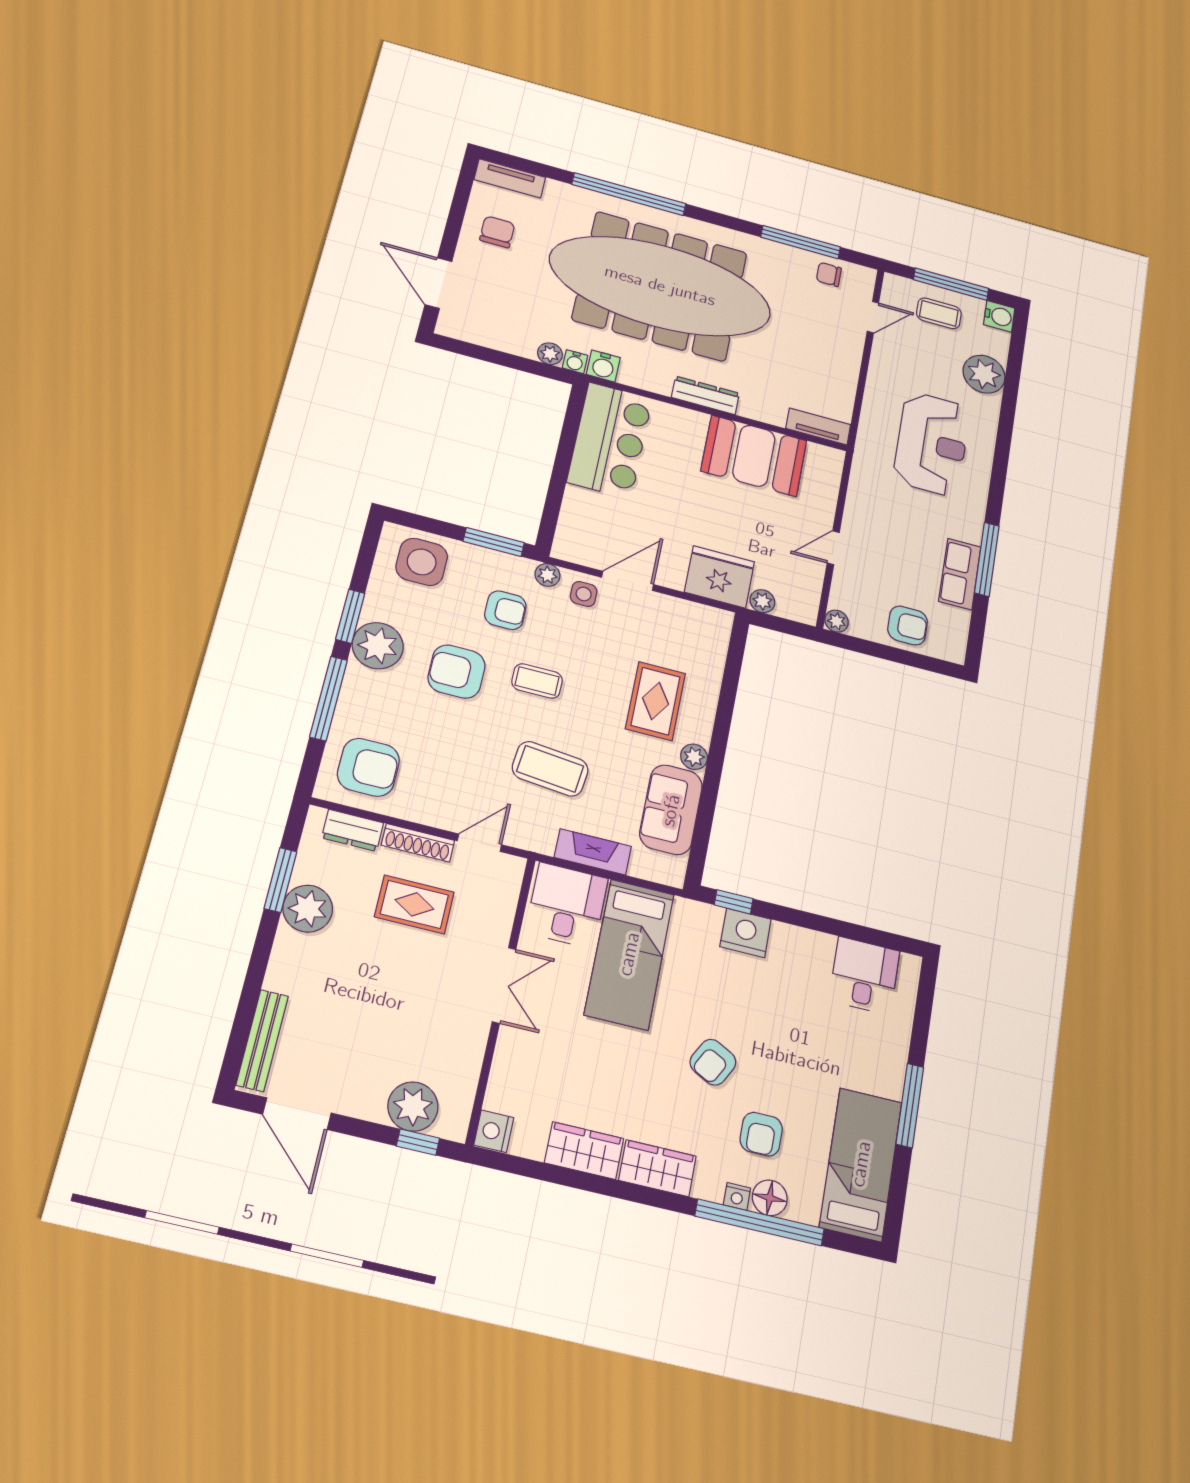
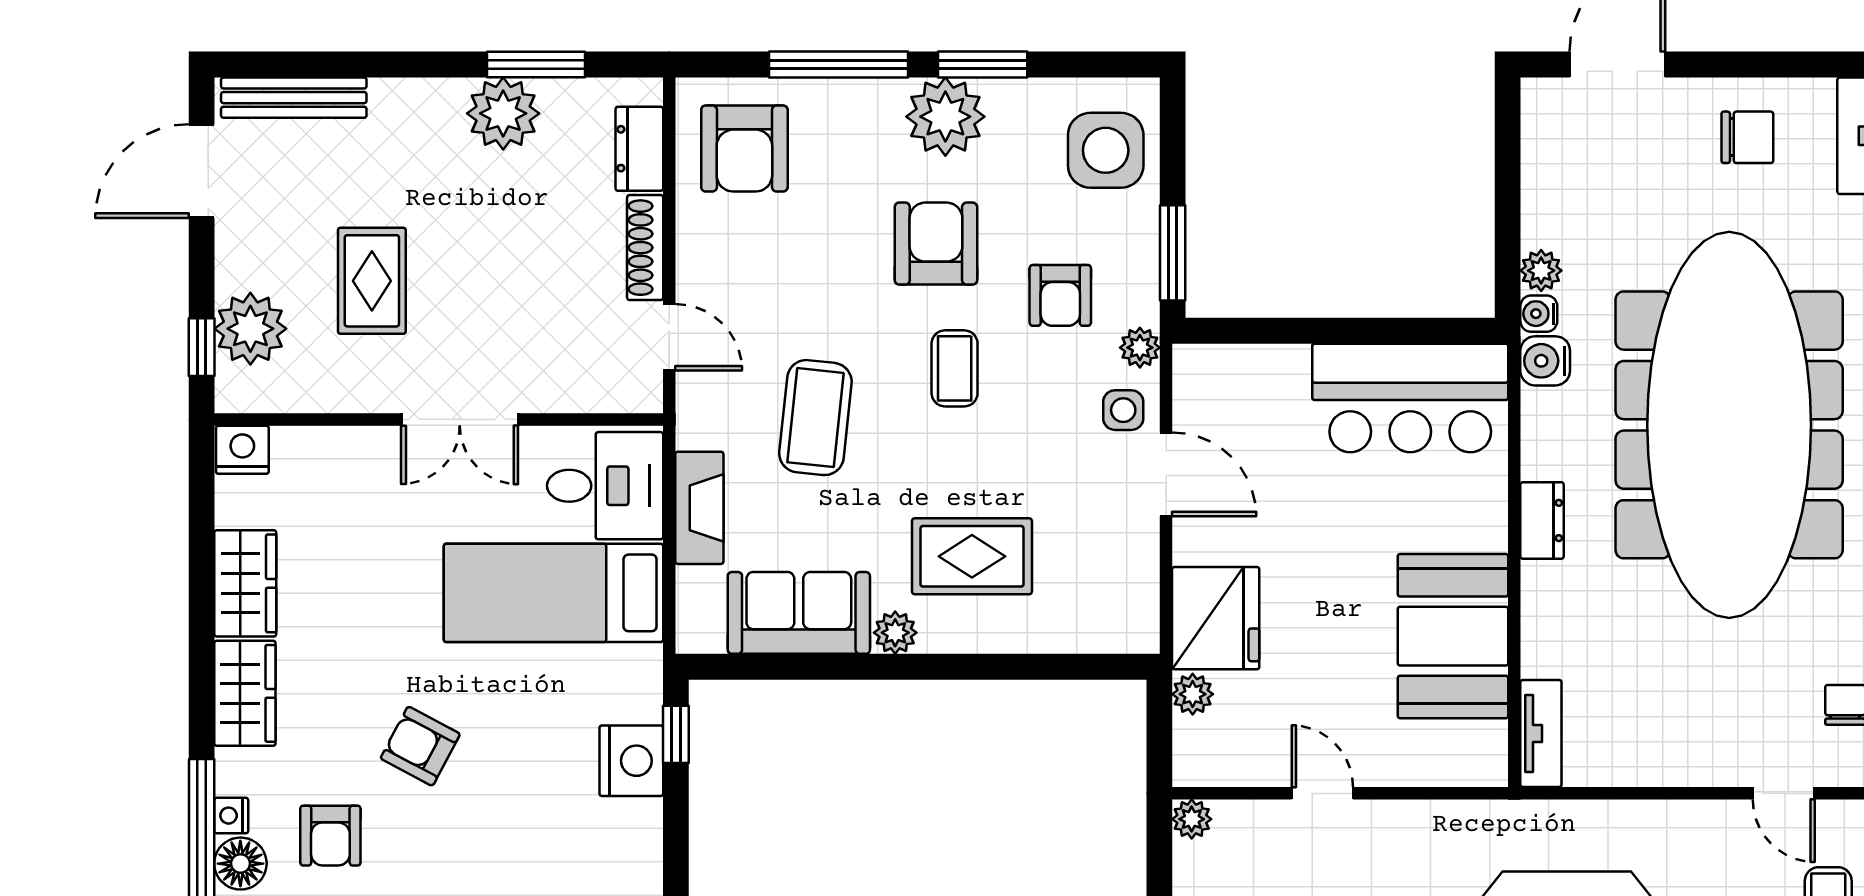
dresser: (705, 395) -> (1542, 520), width x0.70
rug: (414, 904) -> (372, 281), moved
armchair: (761, 1134) -> (330, 836), turned -90

